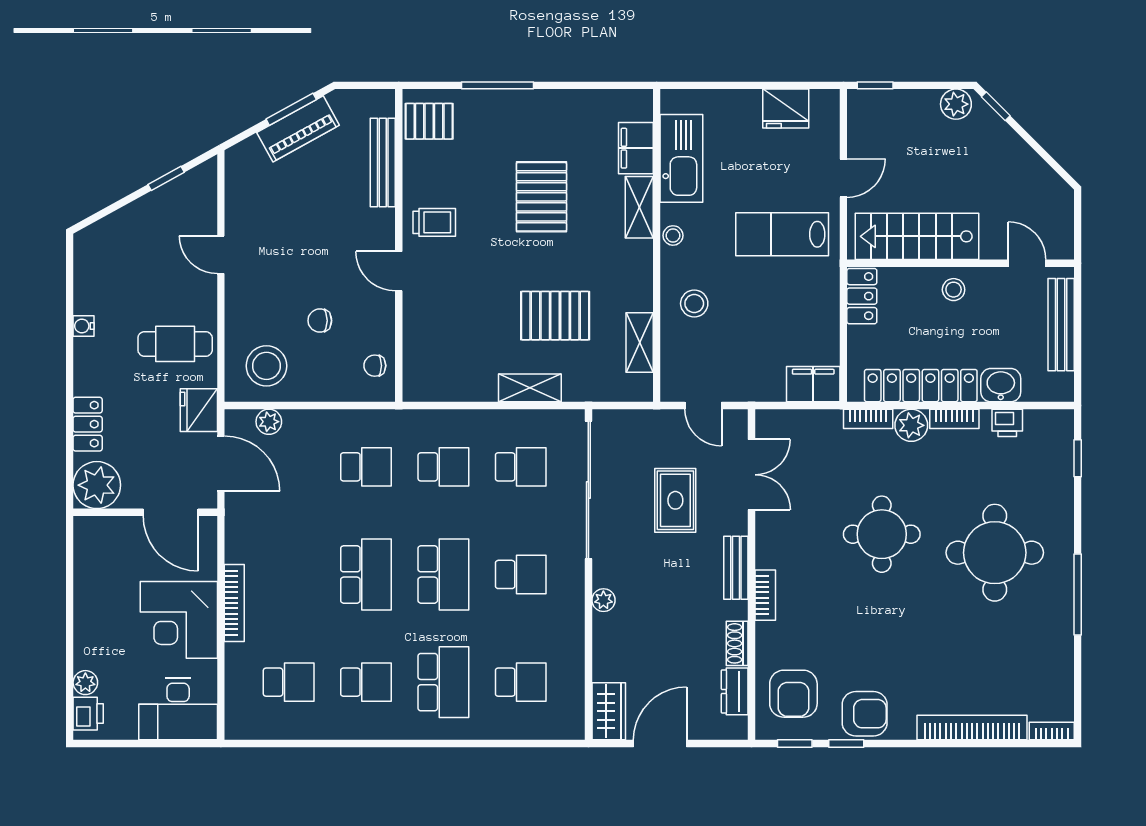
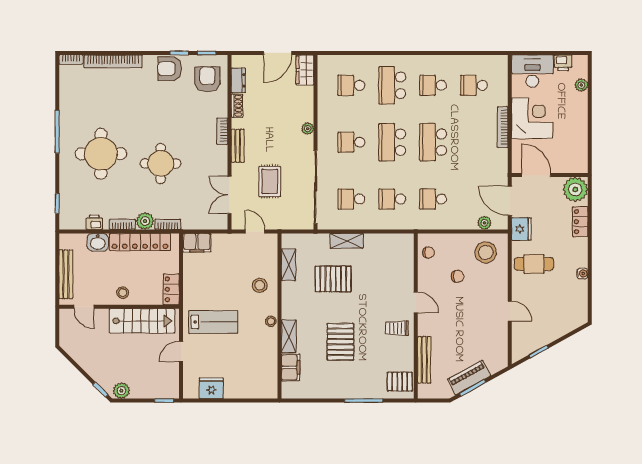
kitchen sink: (681, 158) -> (266, 362), removed
printer: (88, 714) -> (563, 63), moved, turned -90

